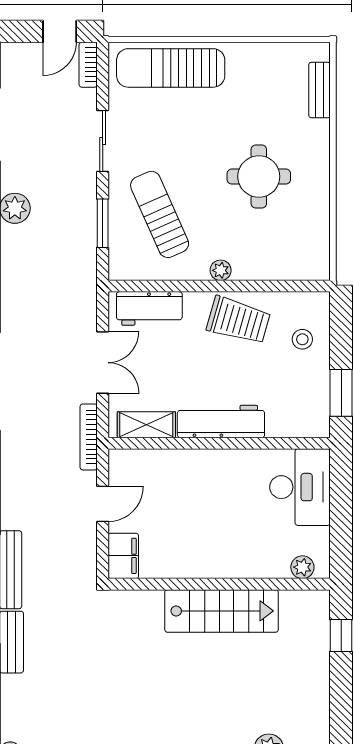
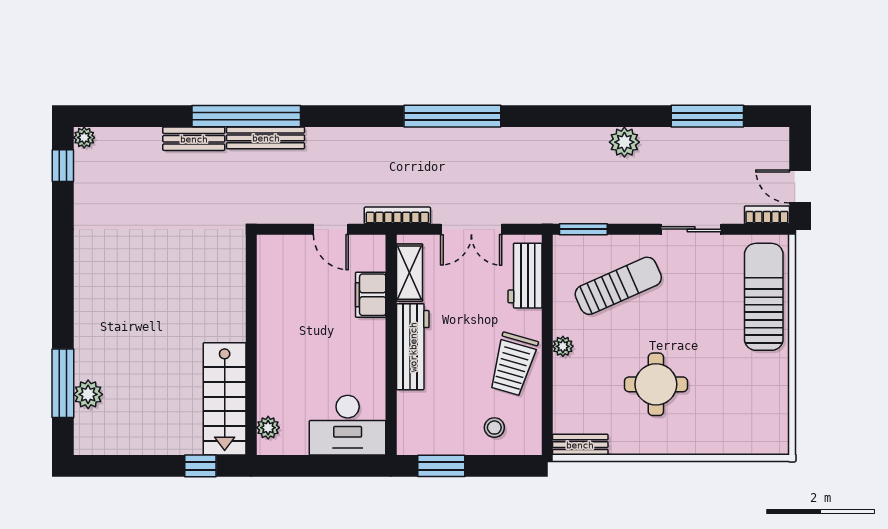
bench: (320, 90) -> (580, 445), moved
window: (103, 223) -> (583, 229), moved
filing cabinet: (123, 556) -> (371, 295), moved, turned 90
stairs: (222, 611) -> (225, 399), moved

